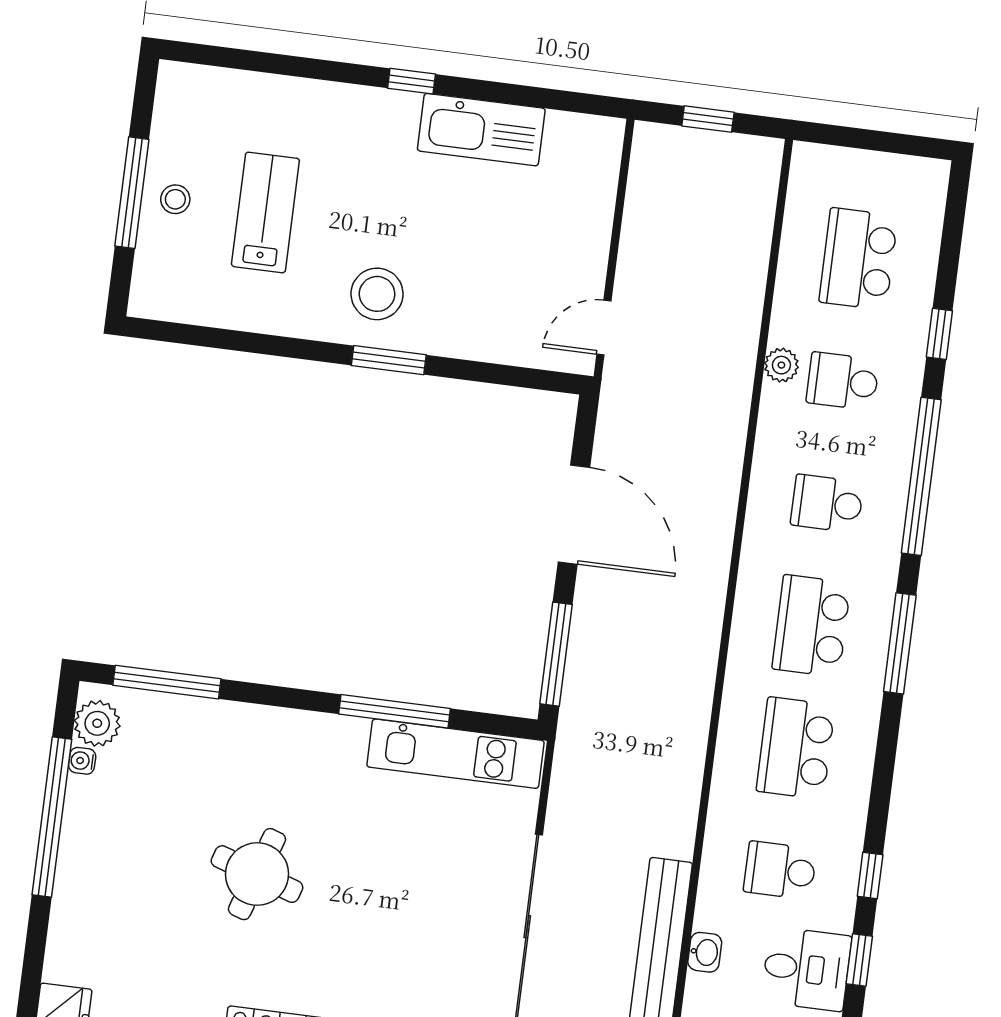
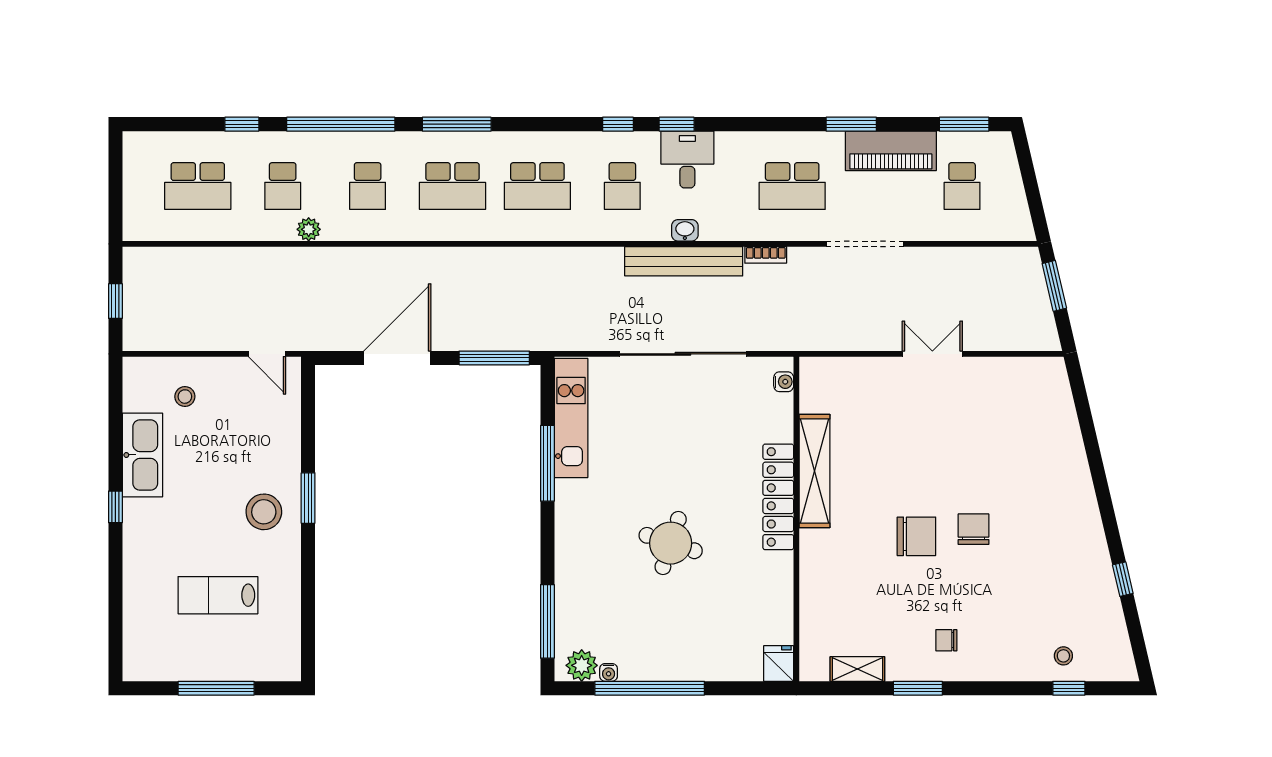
stool: (175, 199) -> (185, 397), moved
plant: (781, 365) -> (309, 229), moved

